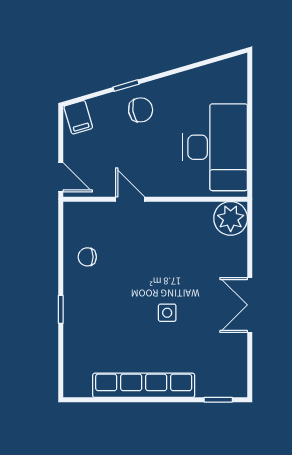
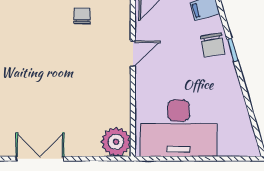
chair: (141, 110) -> (213, 45), moved
side table: (167, 313) -> (33, 86), removed

